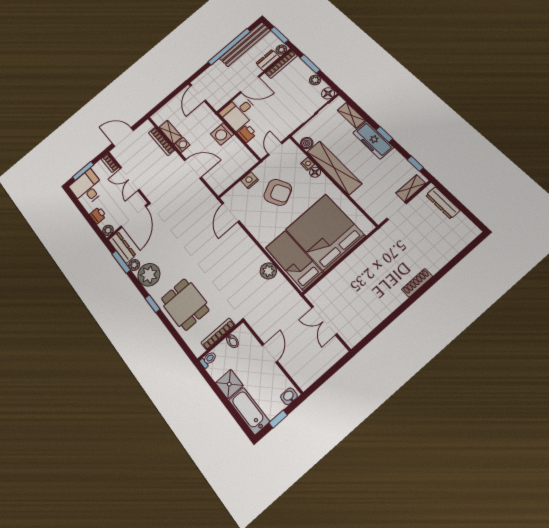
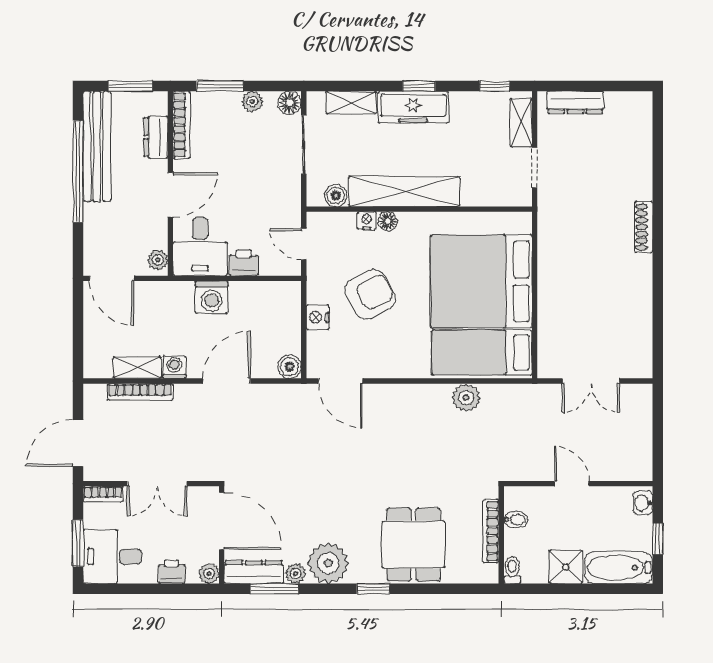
plant: (281, 50) -> (158, 260), moved
boiler: (219, 187) -> (289, 367), added
dining table: (185, 304) -> (413, 545), turned 90

